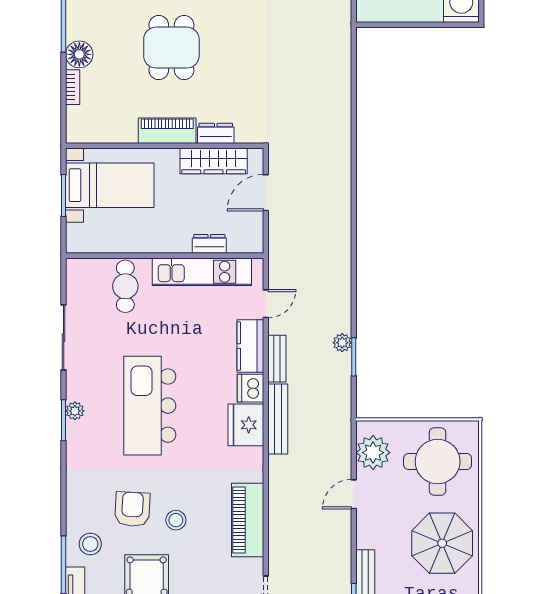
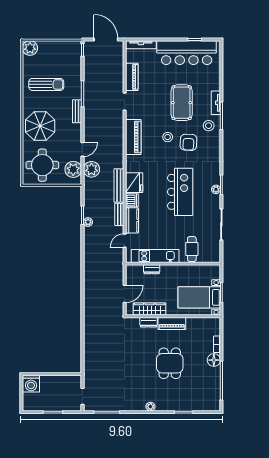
plant: (335, 453) -> (91, 169), added

